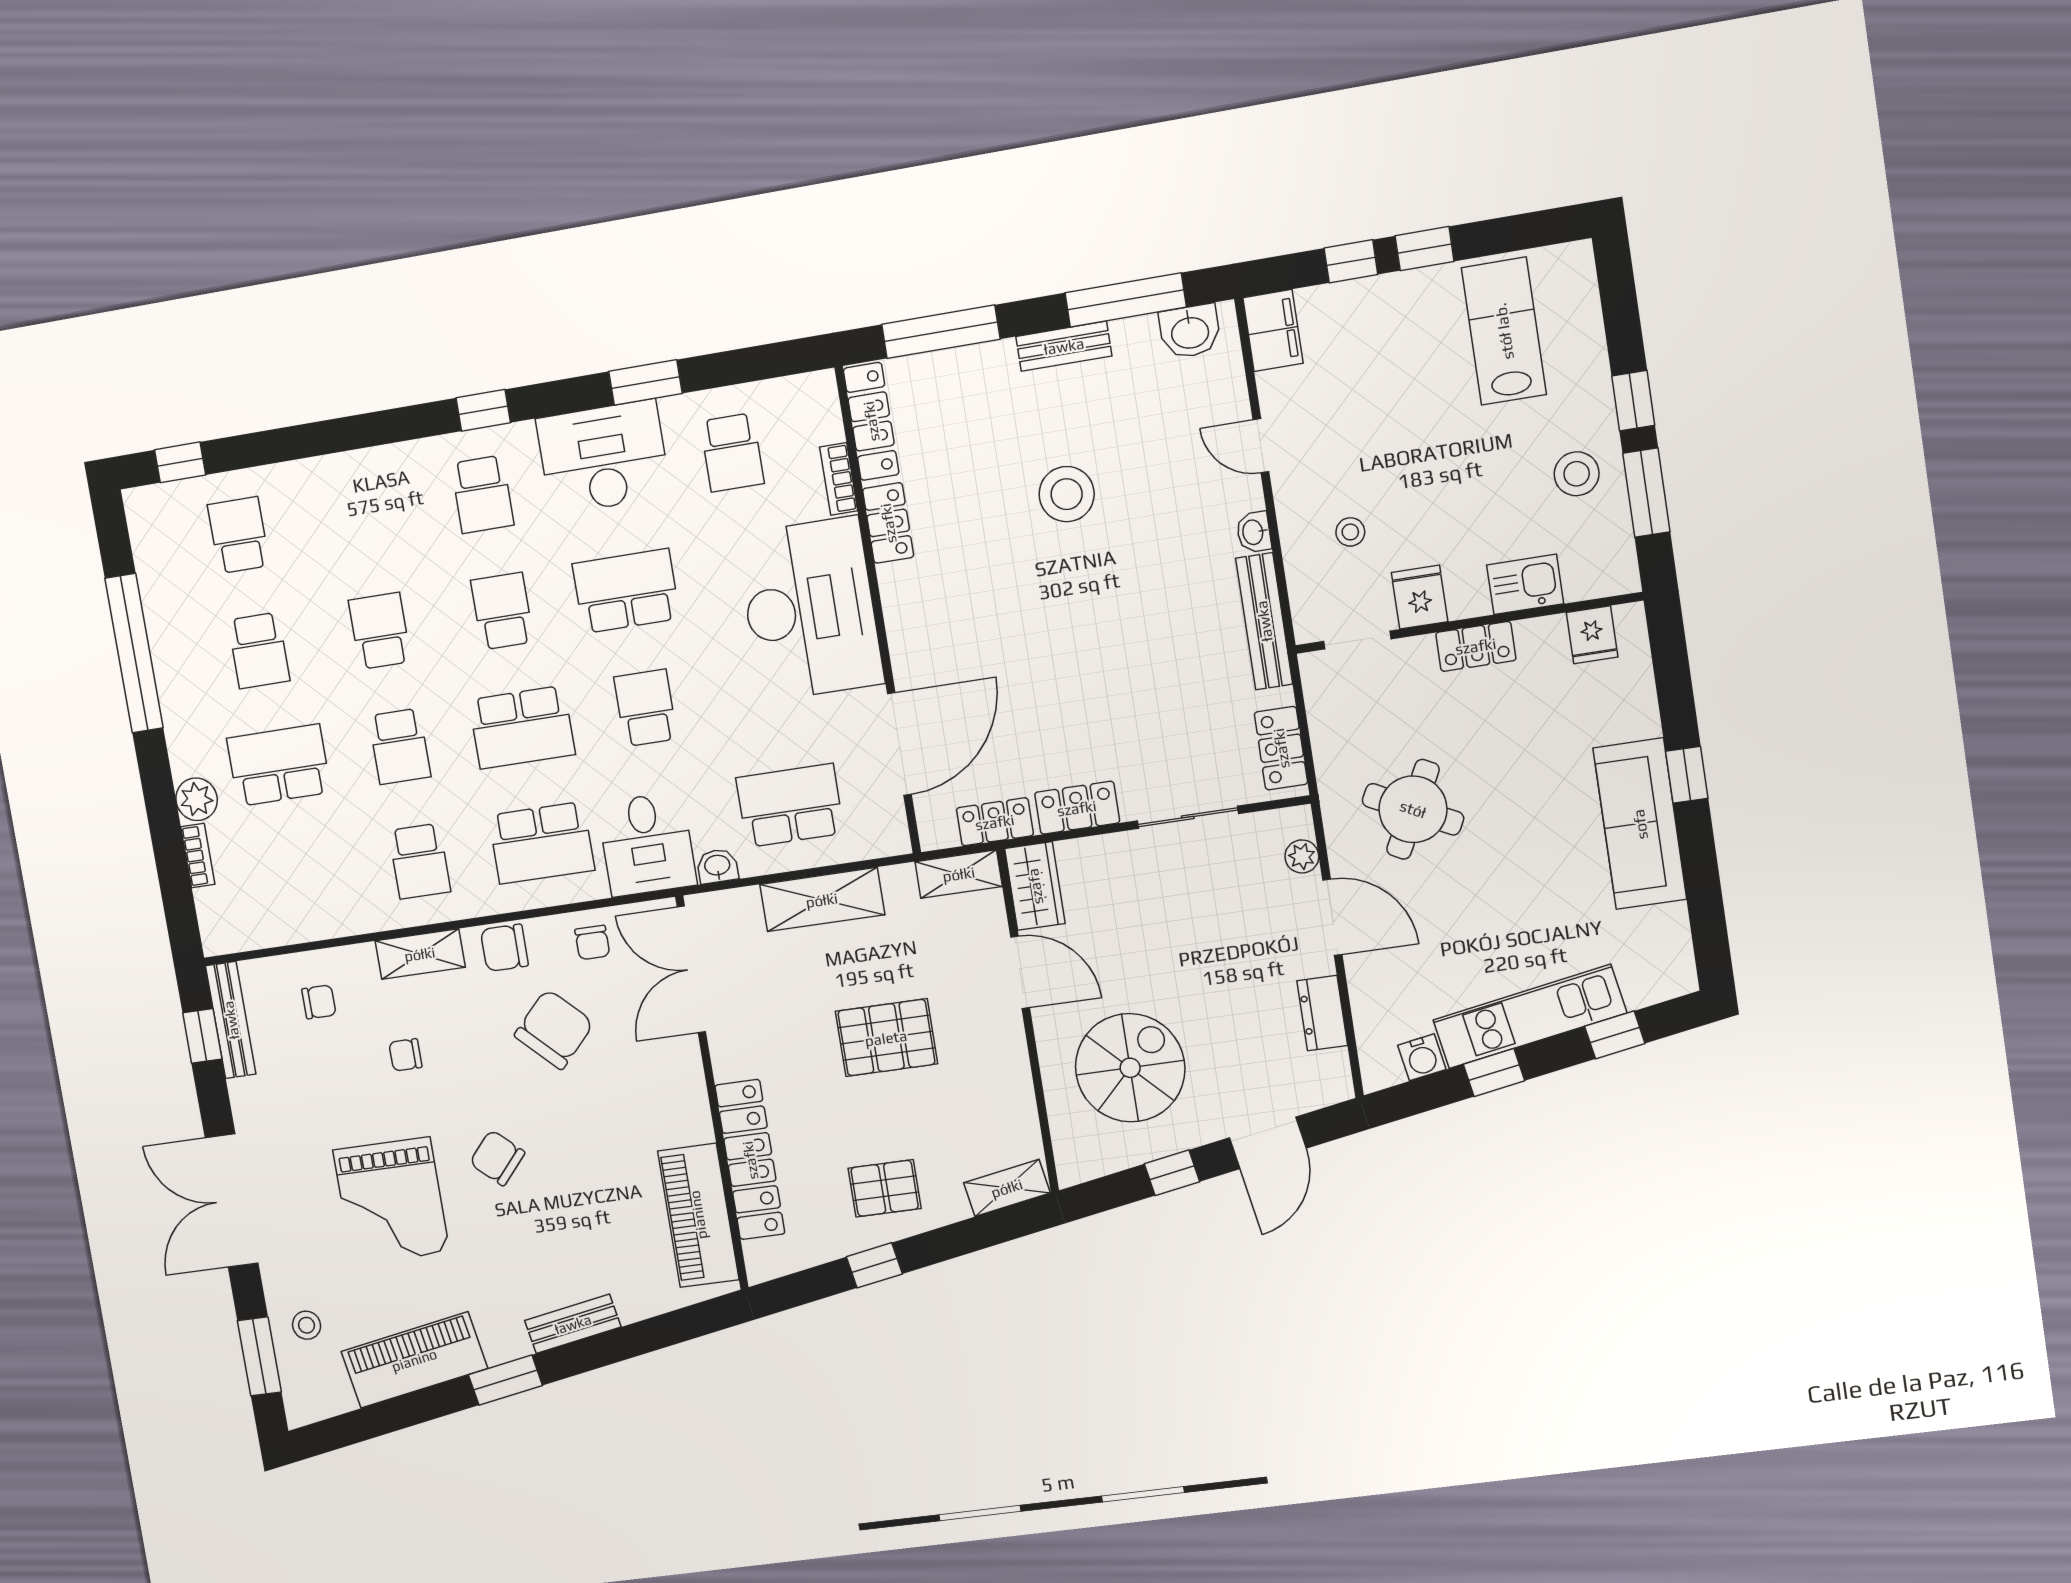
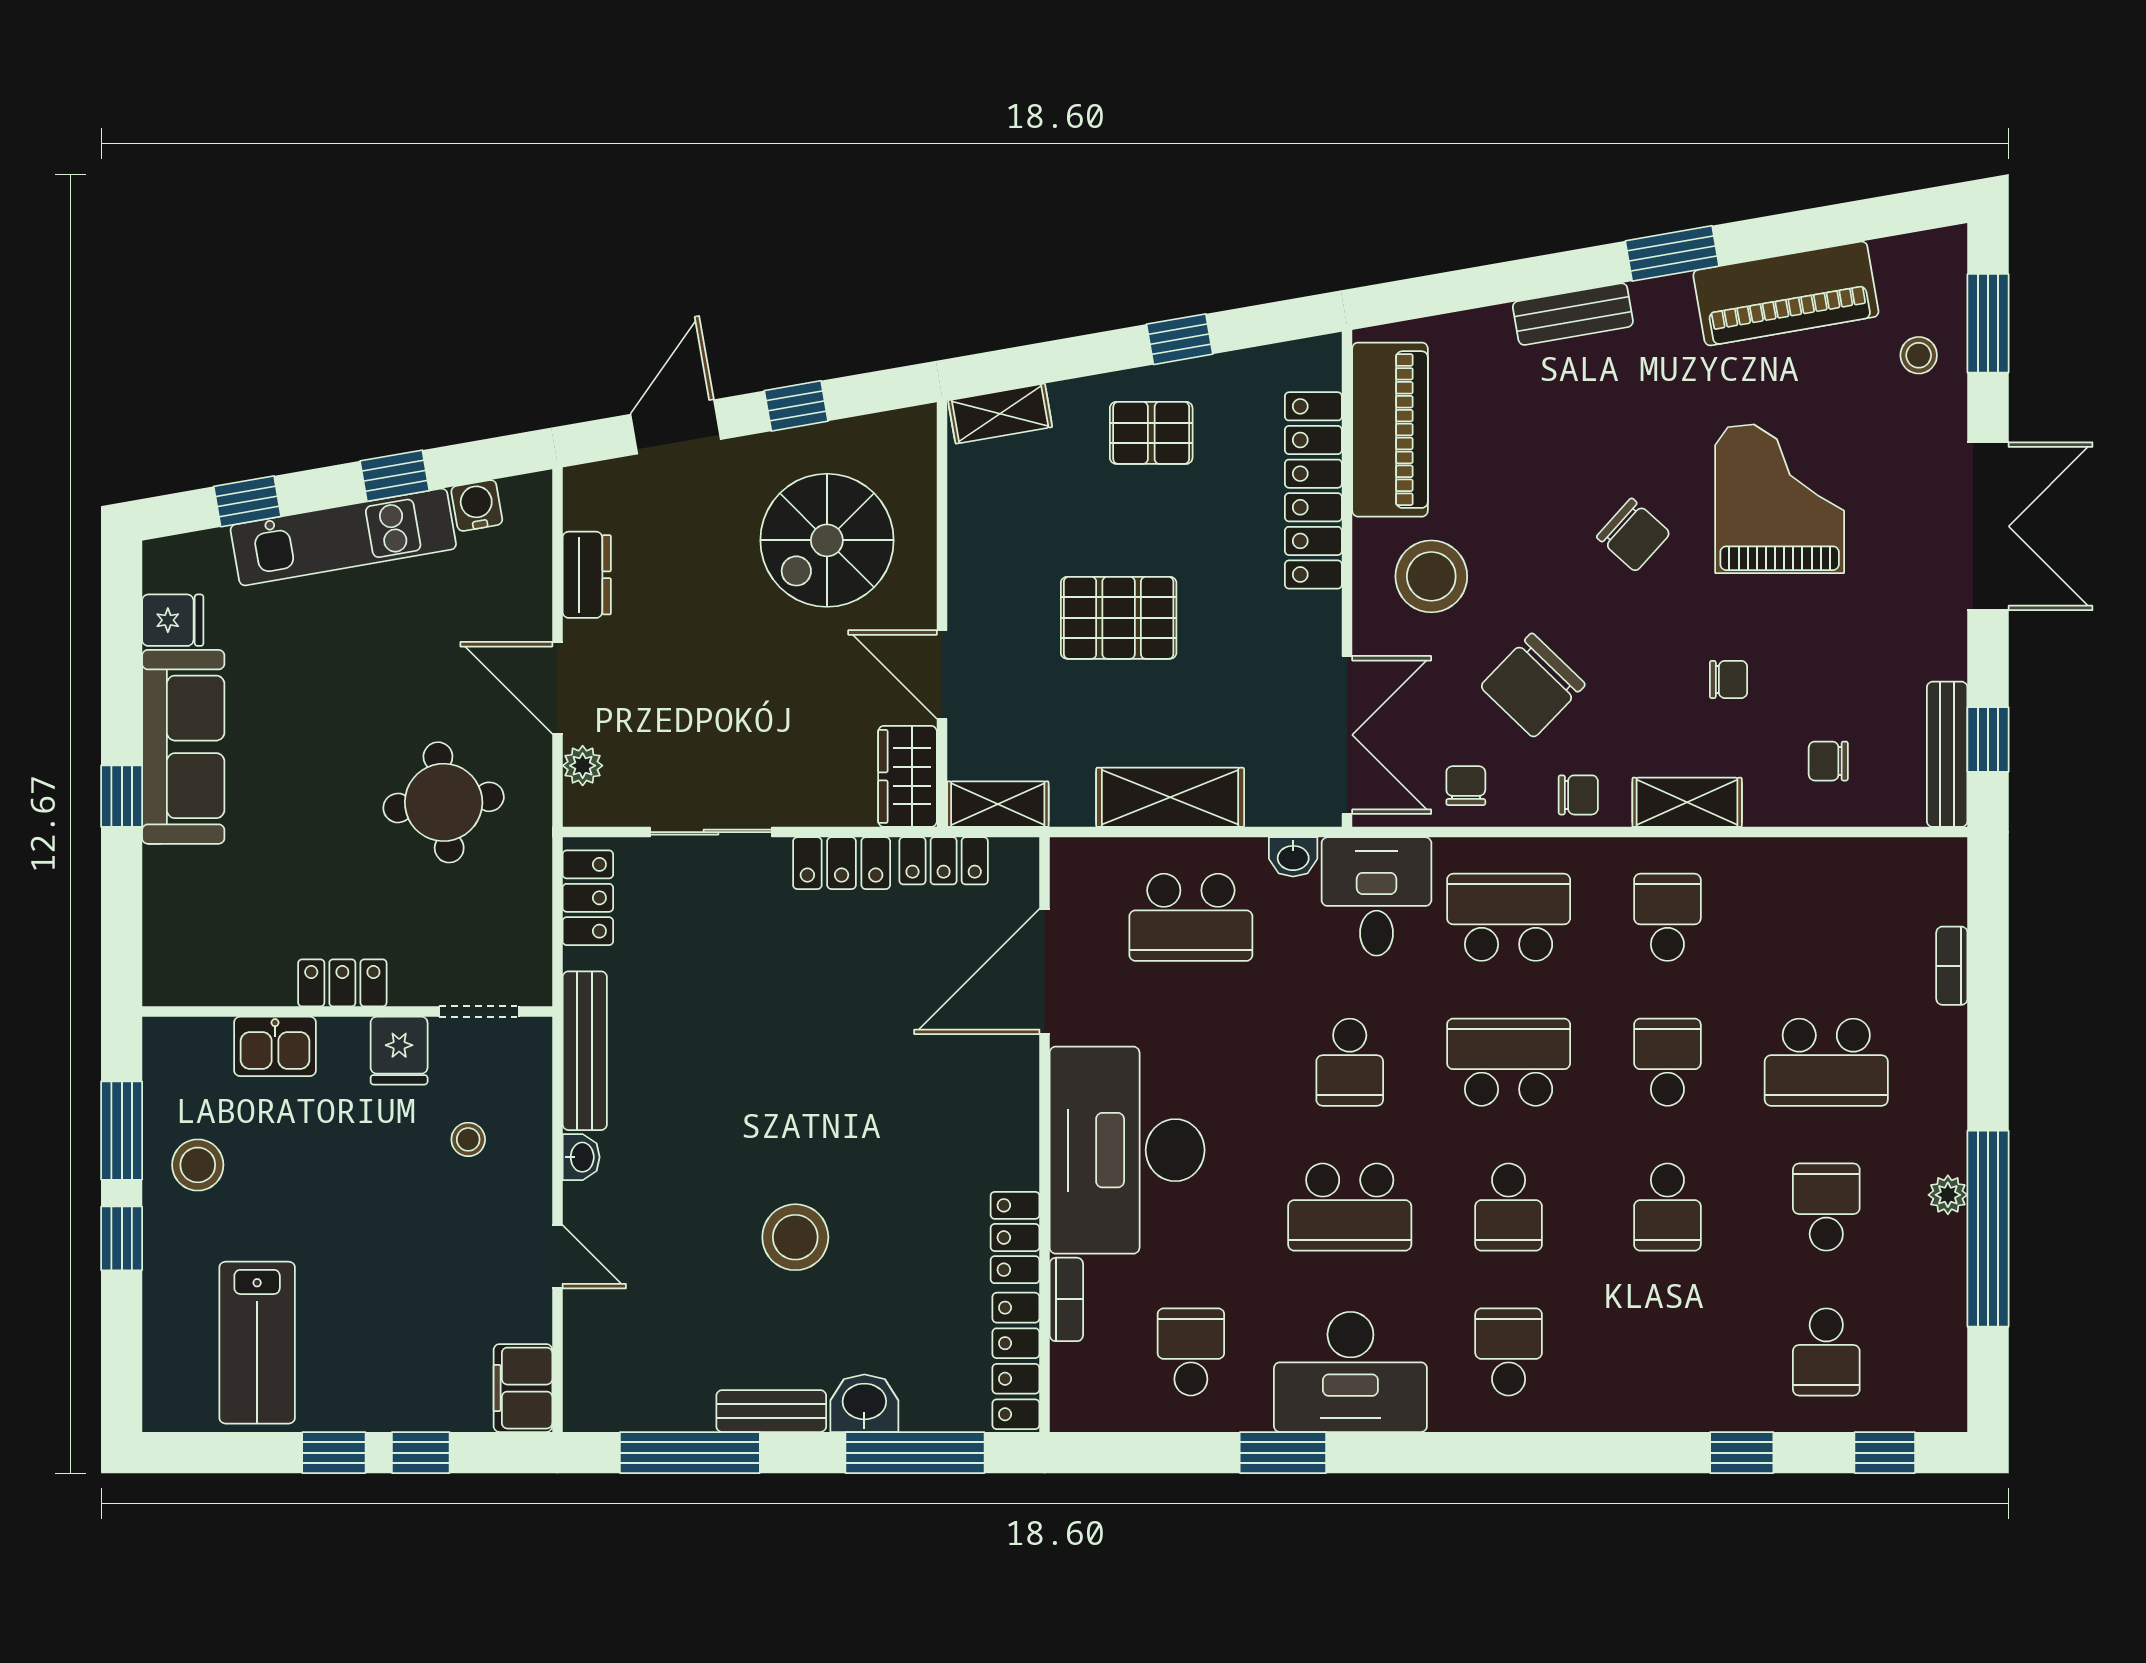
washbasin: (1190, 331) -> (864, 1403), moved
window: (483, 410) -> (1742, 1453), moved
fridge: (1592, 635) -> (173, 620), moved, turned 90
plant: (197, 799) -> (1948, 1195), moved, width x0.73, depth x0.73
round table: (1413, 809) -> (444, 802), turned -34
chair: (504, 948) -> (1578, 795), width x0.73, depth x0.73
stool: (647, 1104) -> (1431, 576), added

